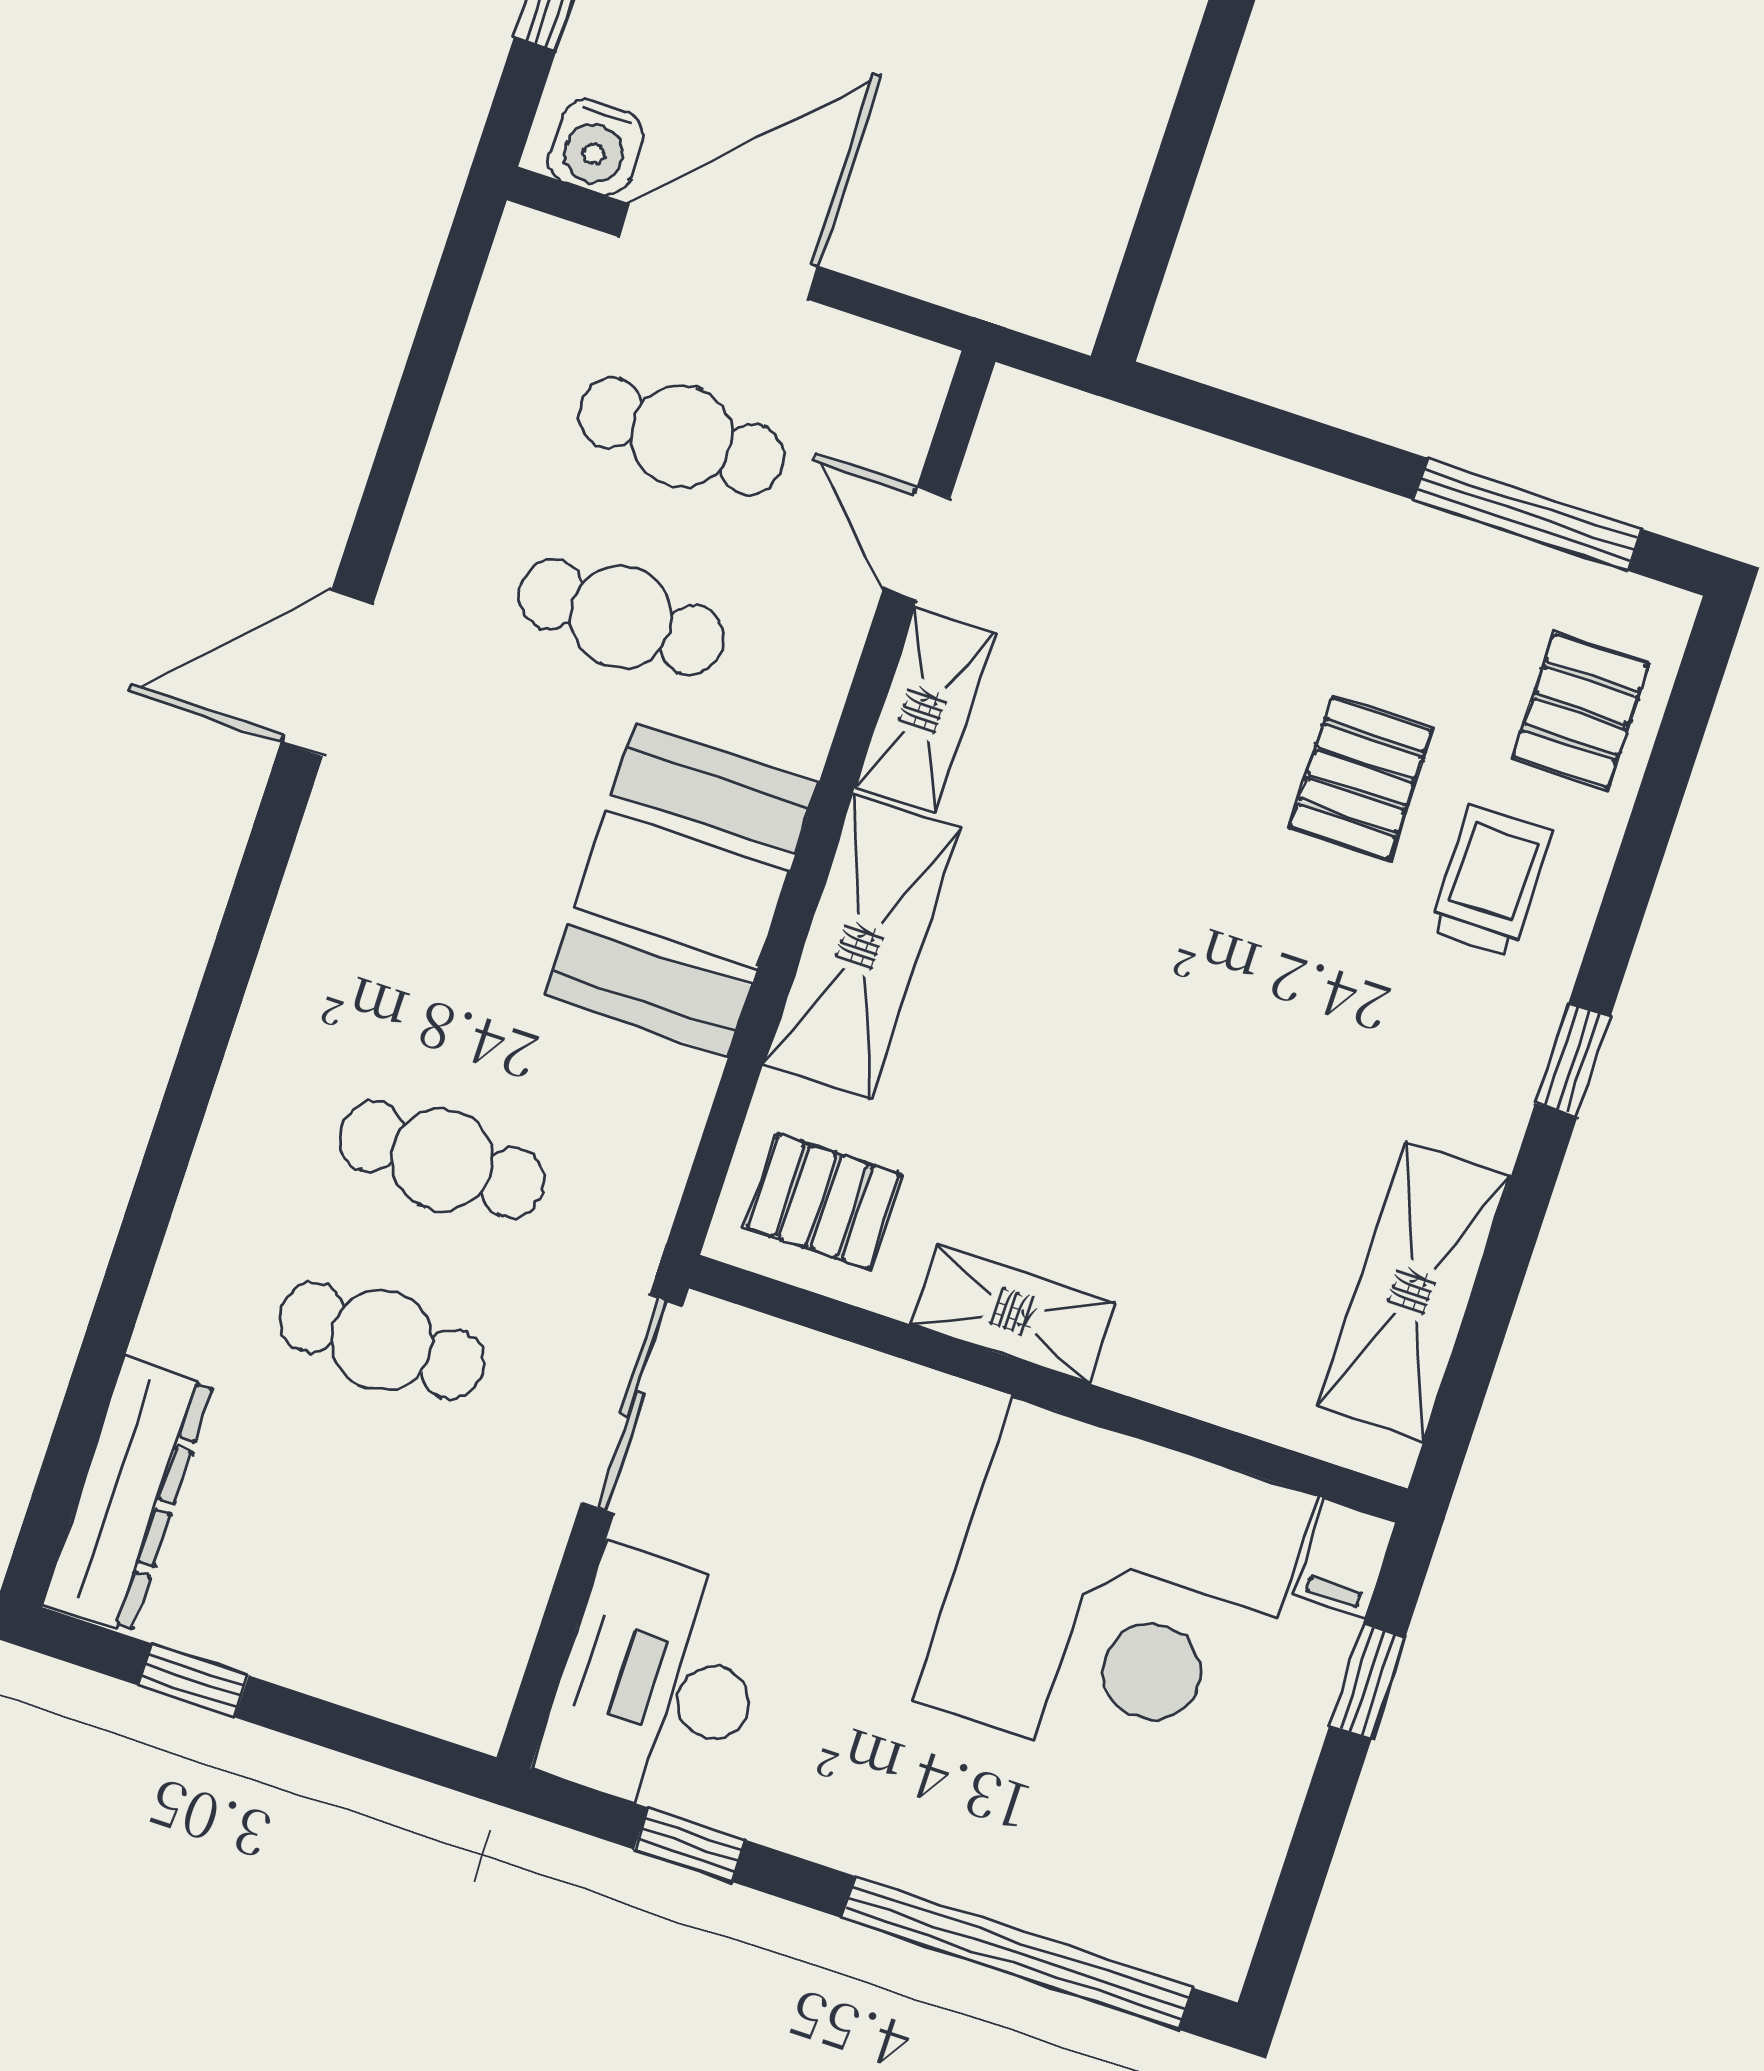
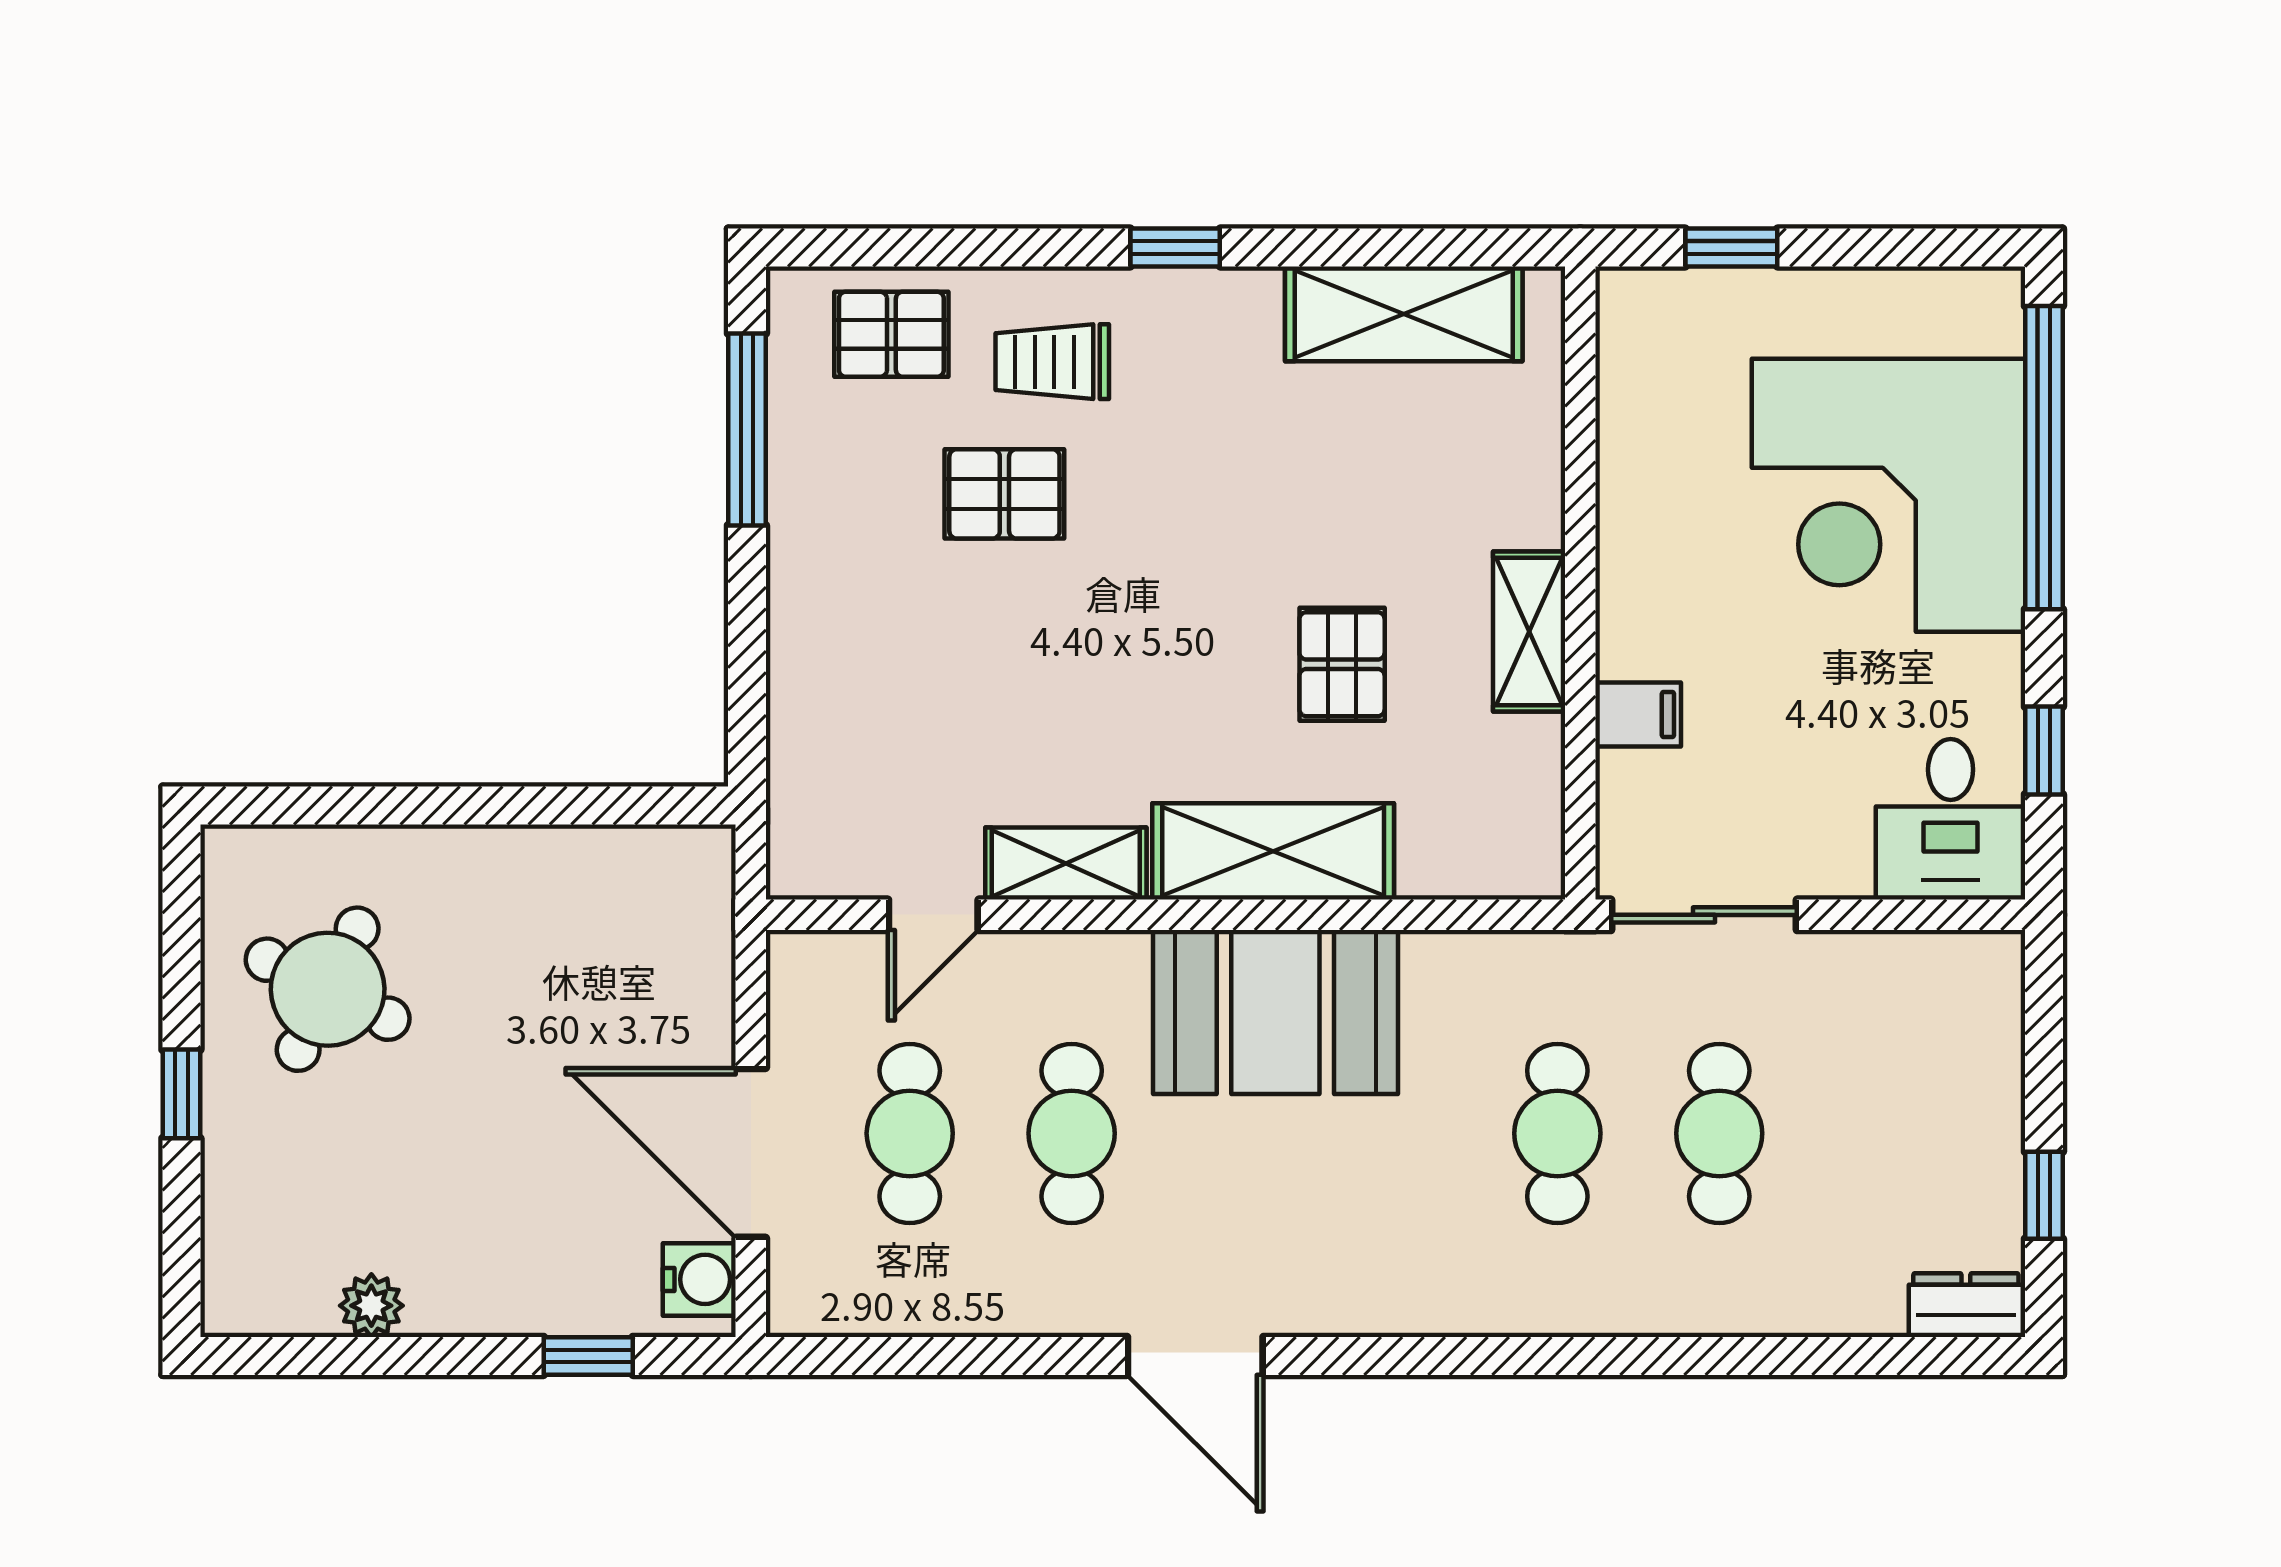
pallet: (823, 1201) -> (1342, 664), moved
dresser: (128, 1494) -> (1966, 1305), width x0.51, depth x0.80
filing cabinet: (1345, 1558) -> (1638, 714), moved
corner desk: (1115, 1599) -> (1888, 495), moved, turned 180
desk: (658, 1684) -> (1951, 819), width x0.73

